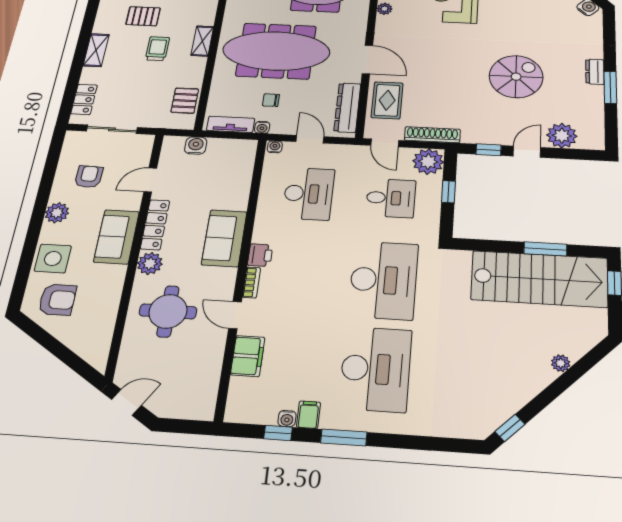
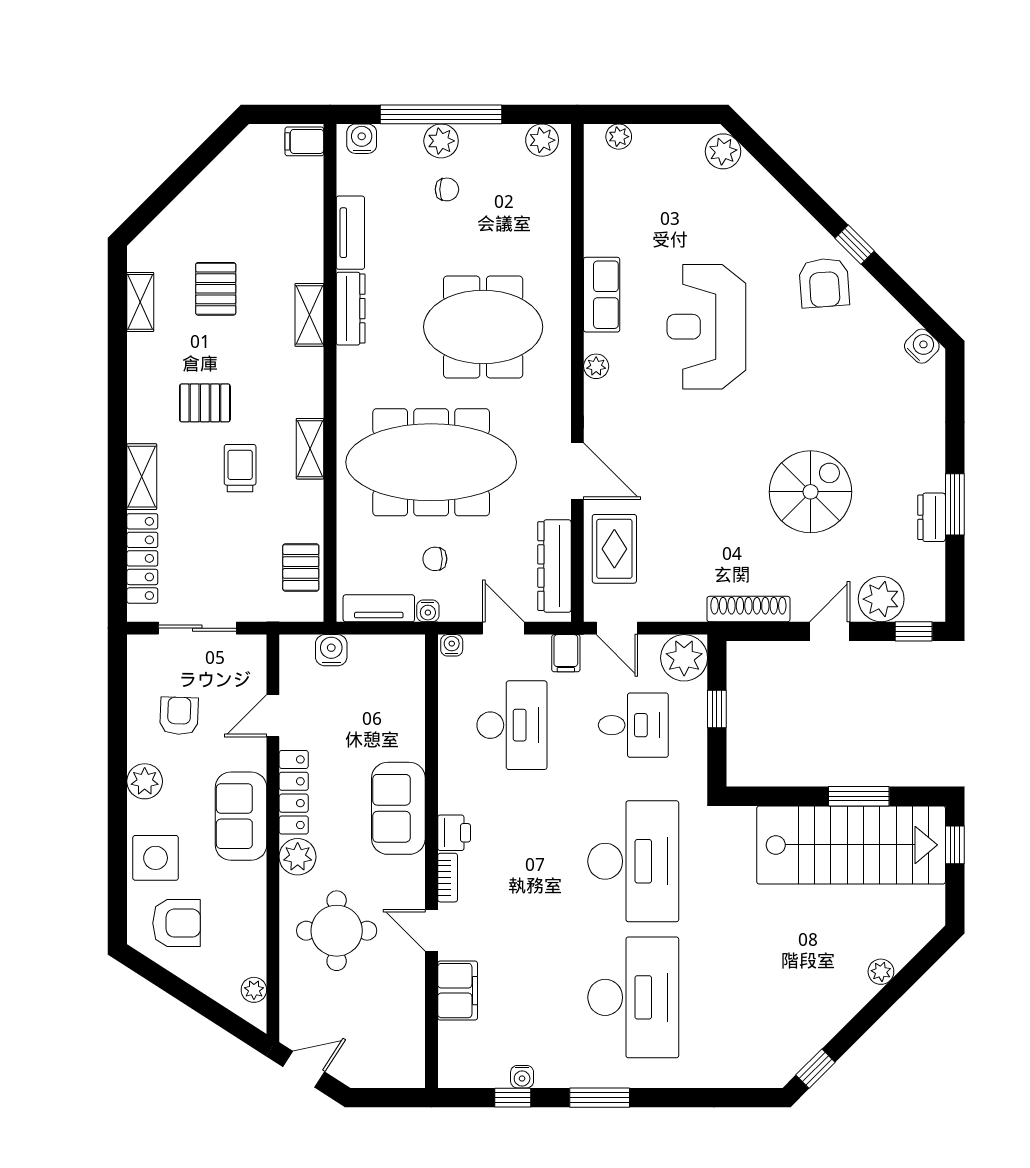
dresser: (595, 72) -> (932, 517), moved
locker: (84, 99) -> (142, 558), width x1.53
shoe rack: (432, 135) -> (748, 609), moved
window: (489, 150) -> (914, 631), moved
plant: (102, 346) -> (254, 990), added
filing cabinet: (309, 415) -> (566, 653), moved, turned 180

